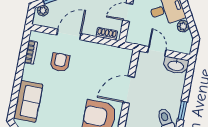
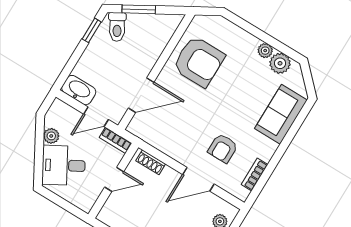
bookcase: (137, 40) -> (115, 140), added
door: (157, 51) -> (96, 117), hinge flipped
door: (129, 90) -> (141, 95), moved

